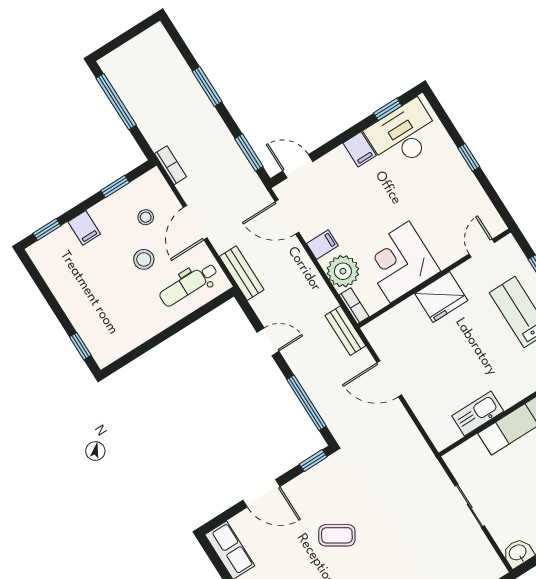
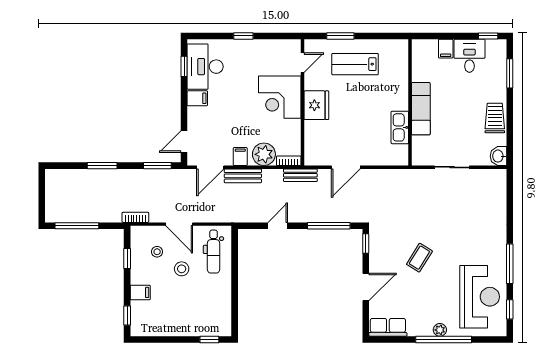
door: (482, 248) -> (303, 63), swing flipped
corner desk: (400, 262) -> (280, 97), moved
bench: (242, 273) -> (243, 176), moved

